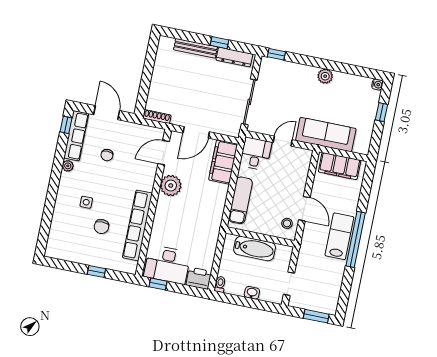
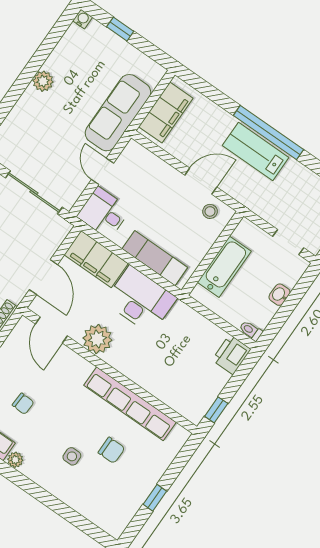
desk: (167, 265) -> (141, 300), moved, turned -90
window: (96, 272) -> (155, 498), moved

